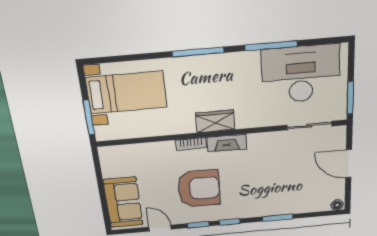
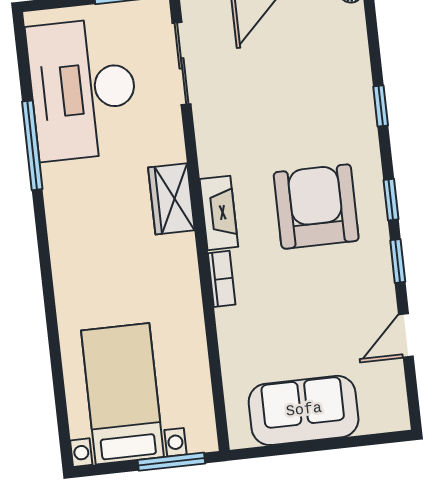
window: (198, 52) -> (46, 270), removed
wardrobe: (215, 121) -> (171, 199), moved
armchair: (199, 188) -> (316, 207), moved
sofa: (123, 202) -> (304, 410), moved
window: (277, 218) -> (381, 106), width x0.67

